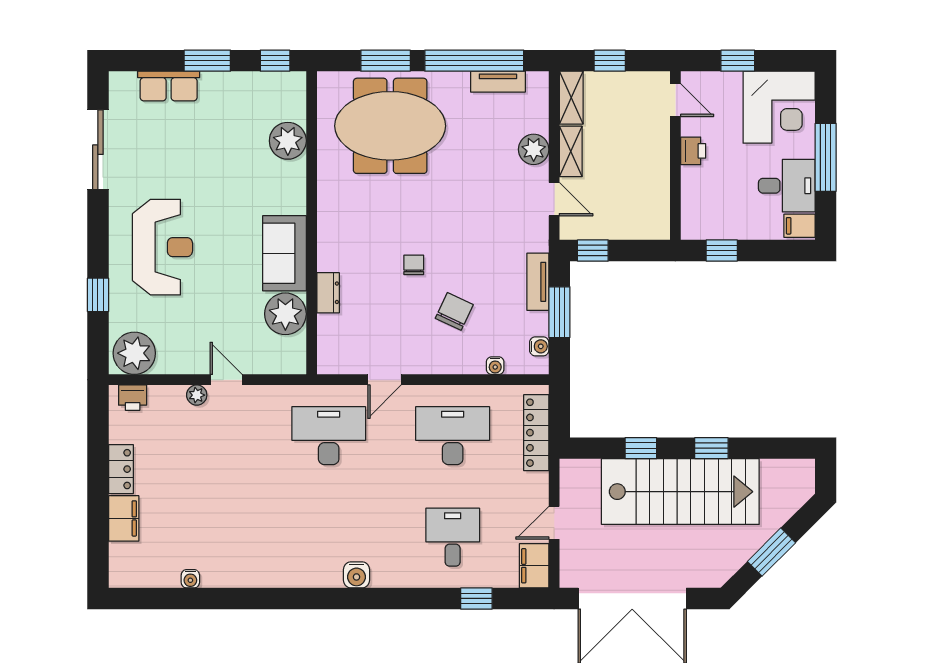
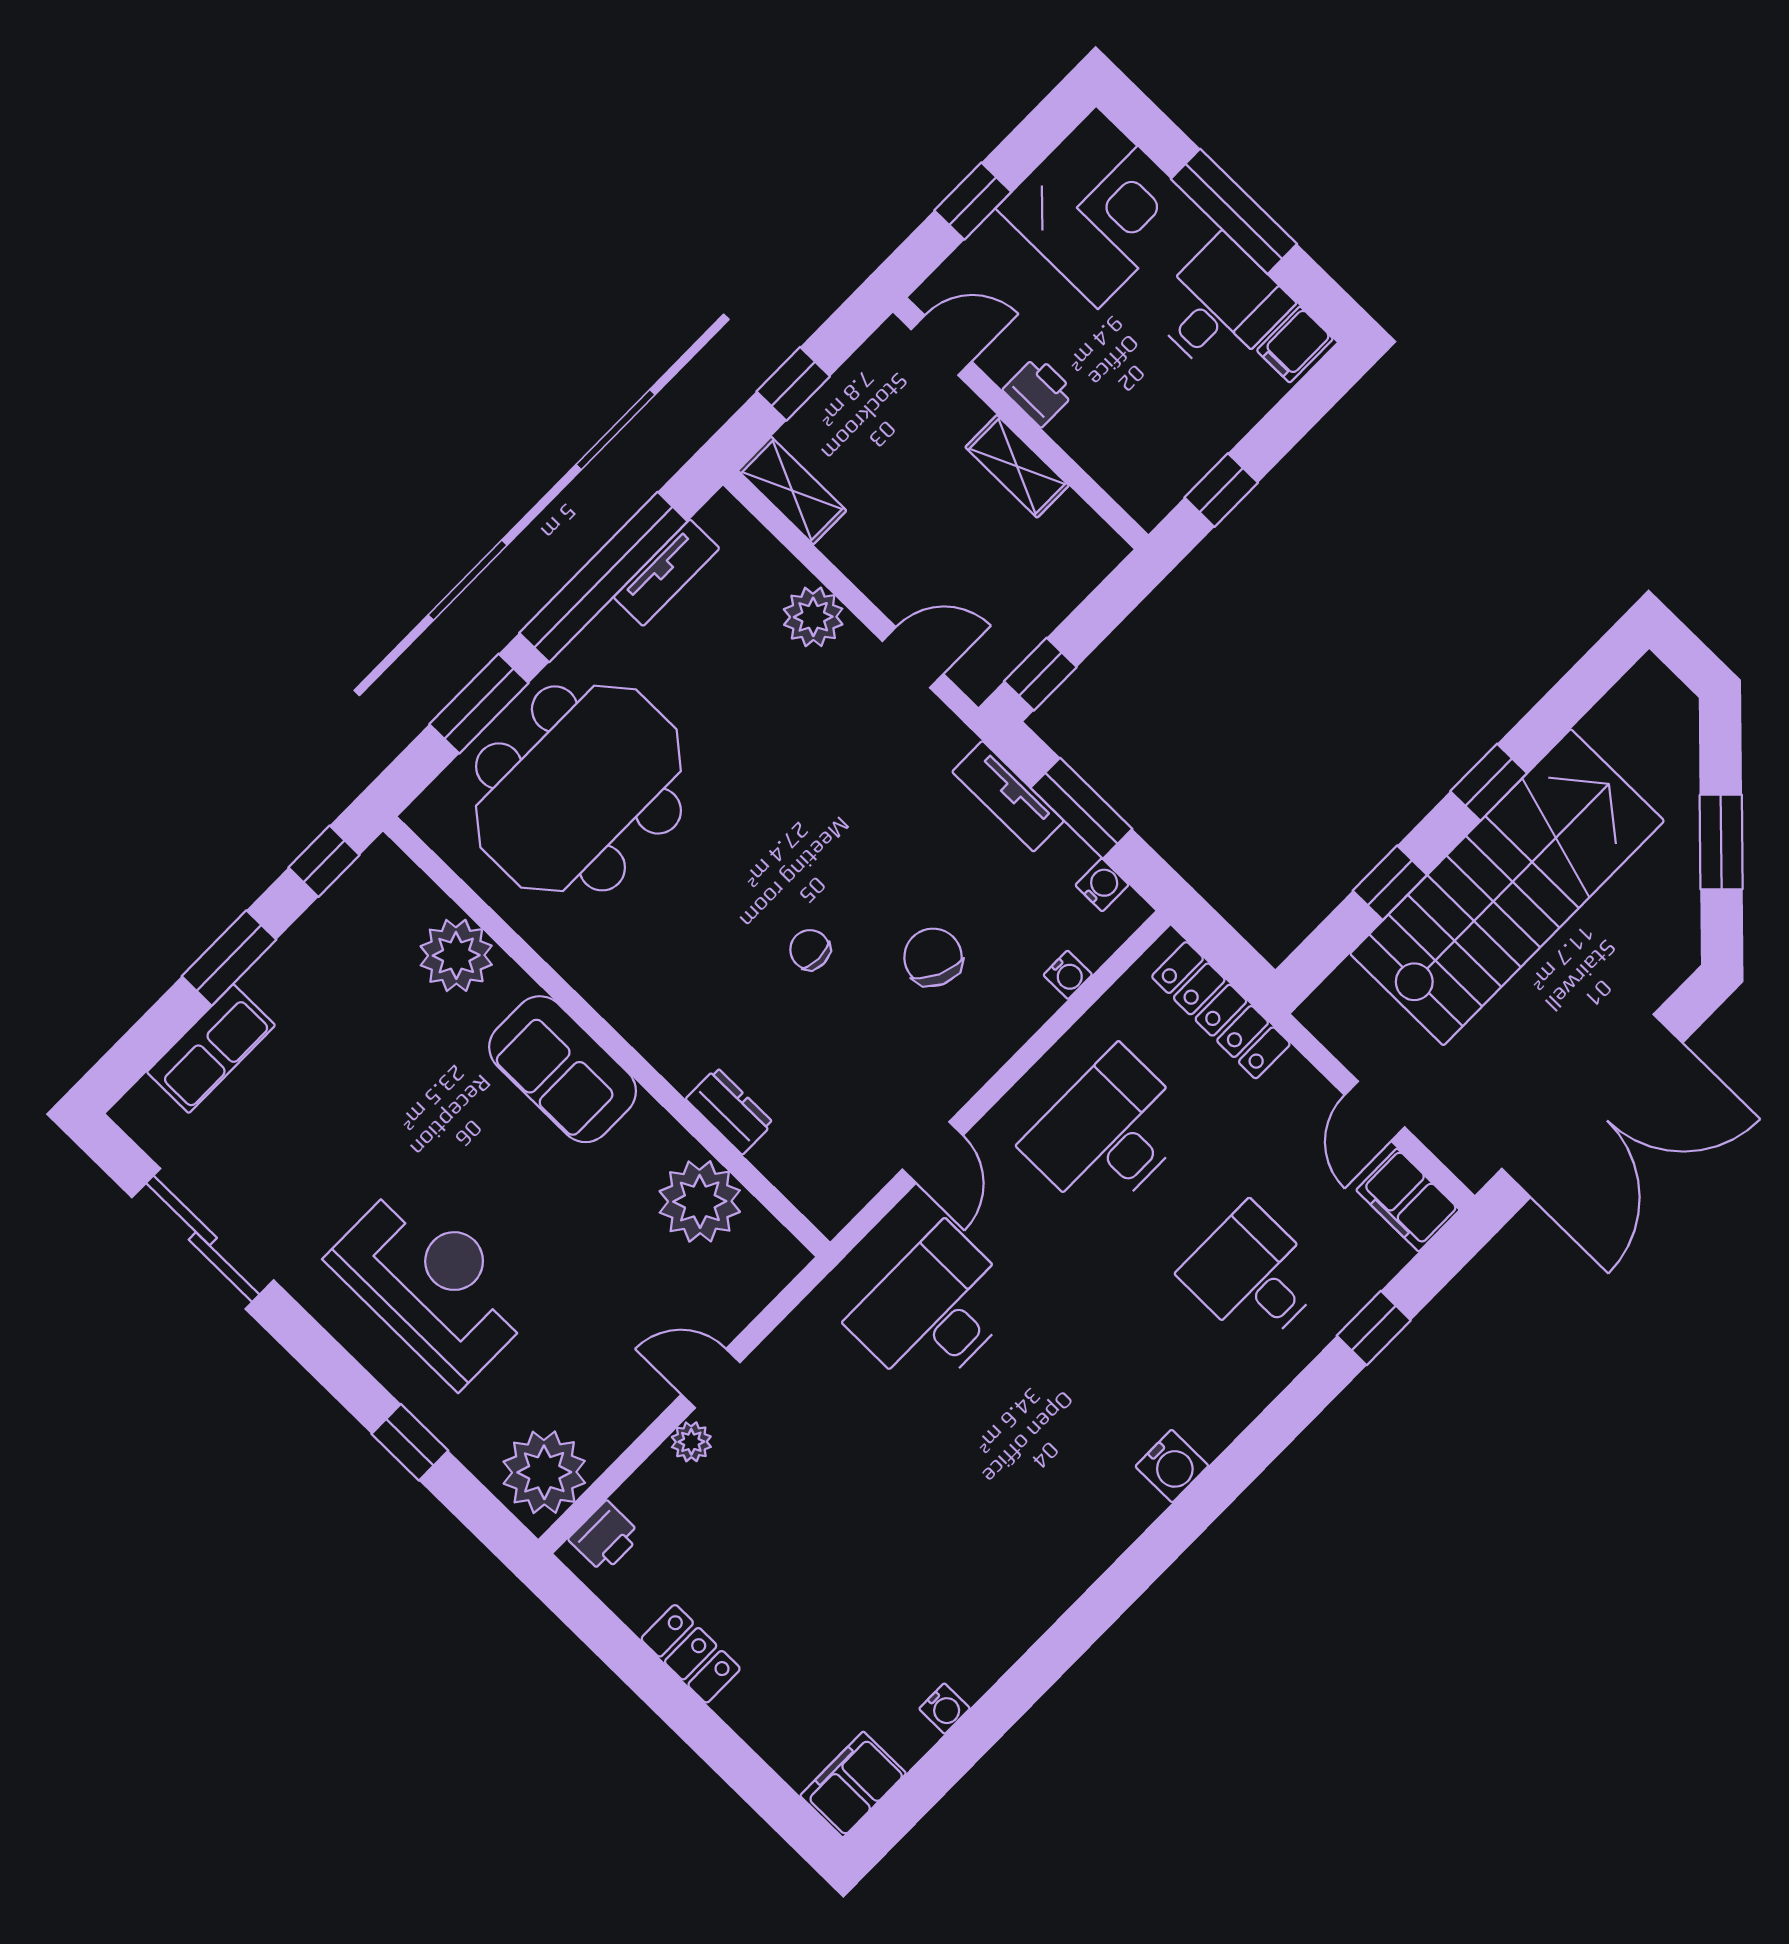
shelving: (571, 151) -> (1017, 466), moved
sofa: (284, 253) -> (563, 1069), moved
filing cabinet: (124, 518) -> (853, 1784), moved, turned -90

